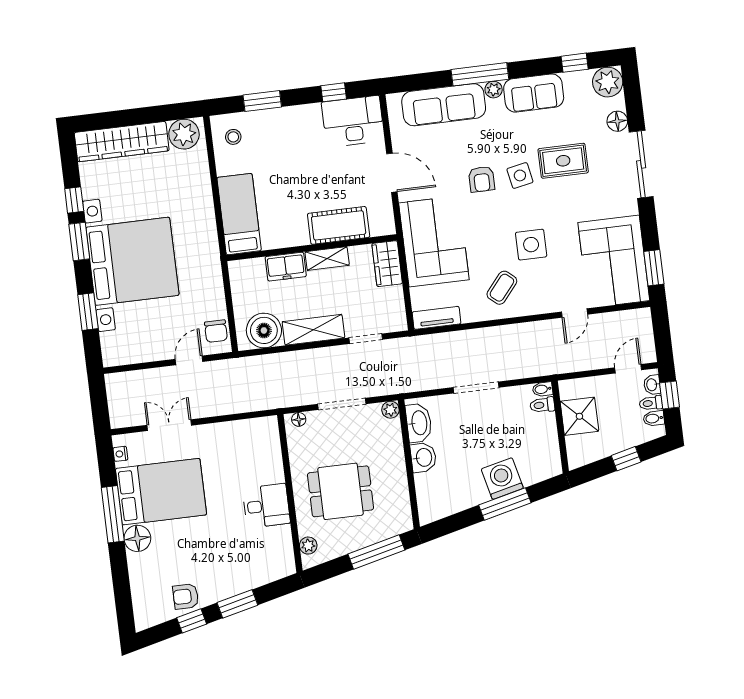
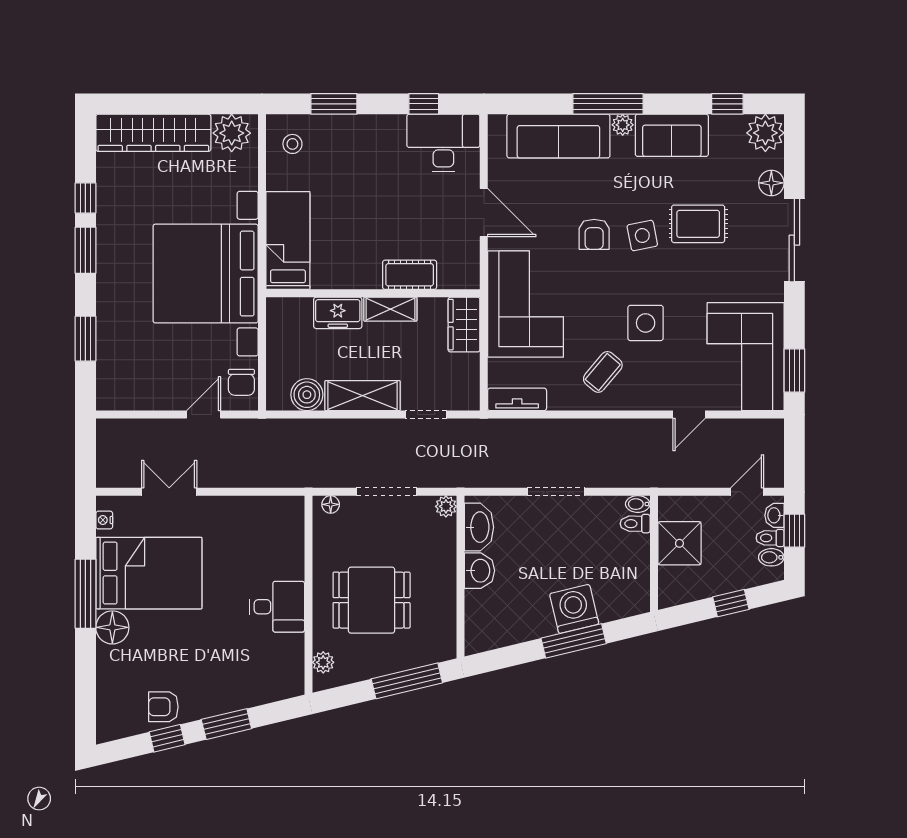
cot: (339, 225) -> (410, 275), width x0.73, depth x0.75
bed with nightstands: (132, 261) -> (206, 274), moved, turned 180
boiler: (264, 330) -> (307, 395), width x0.73, depth x0.73

